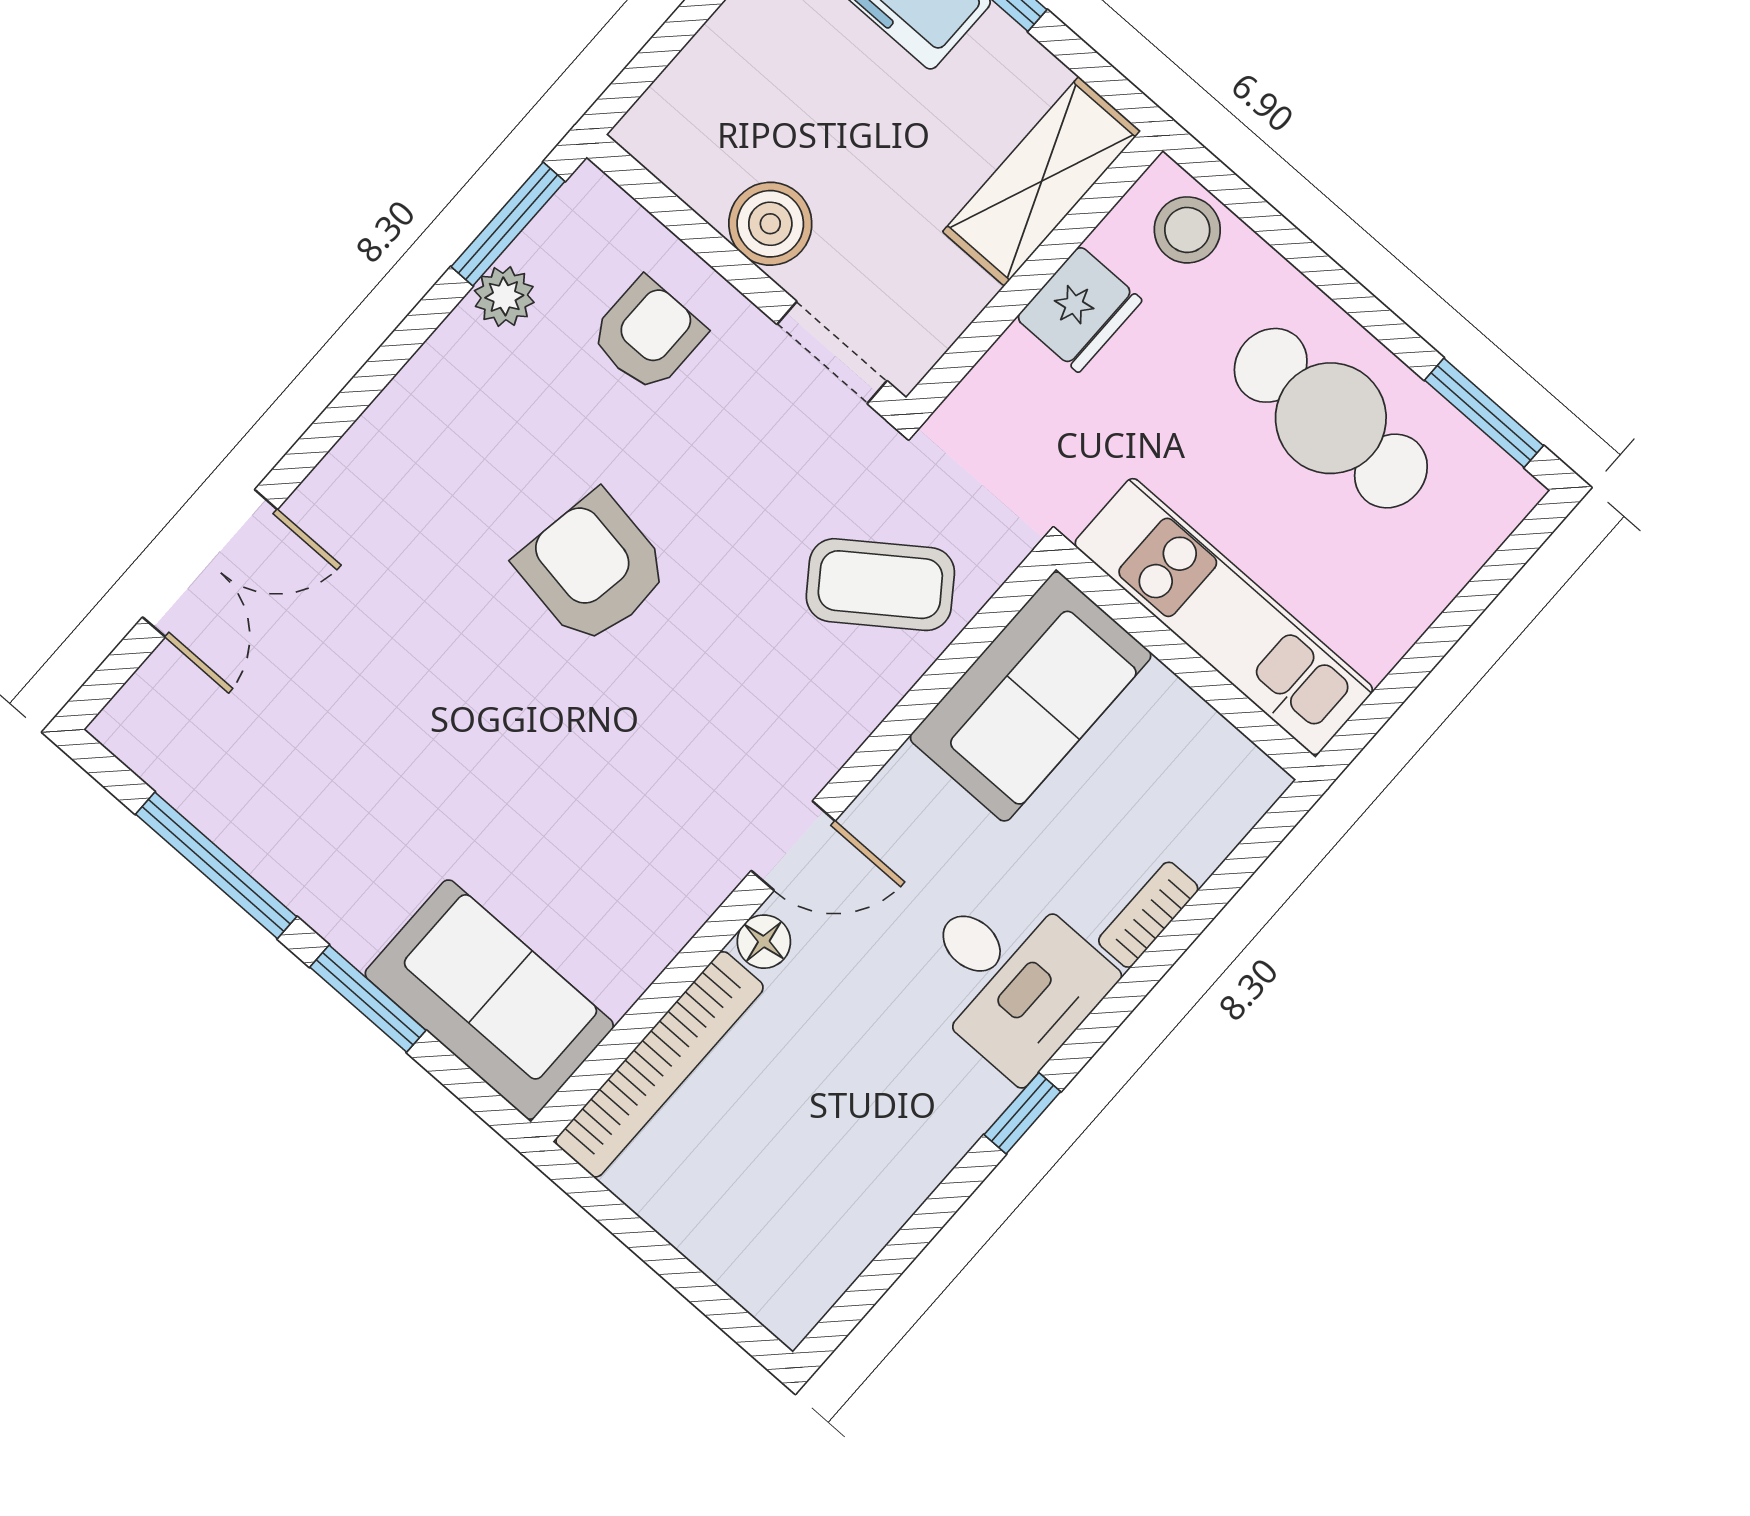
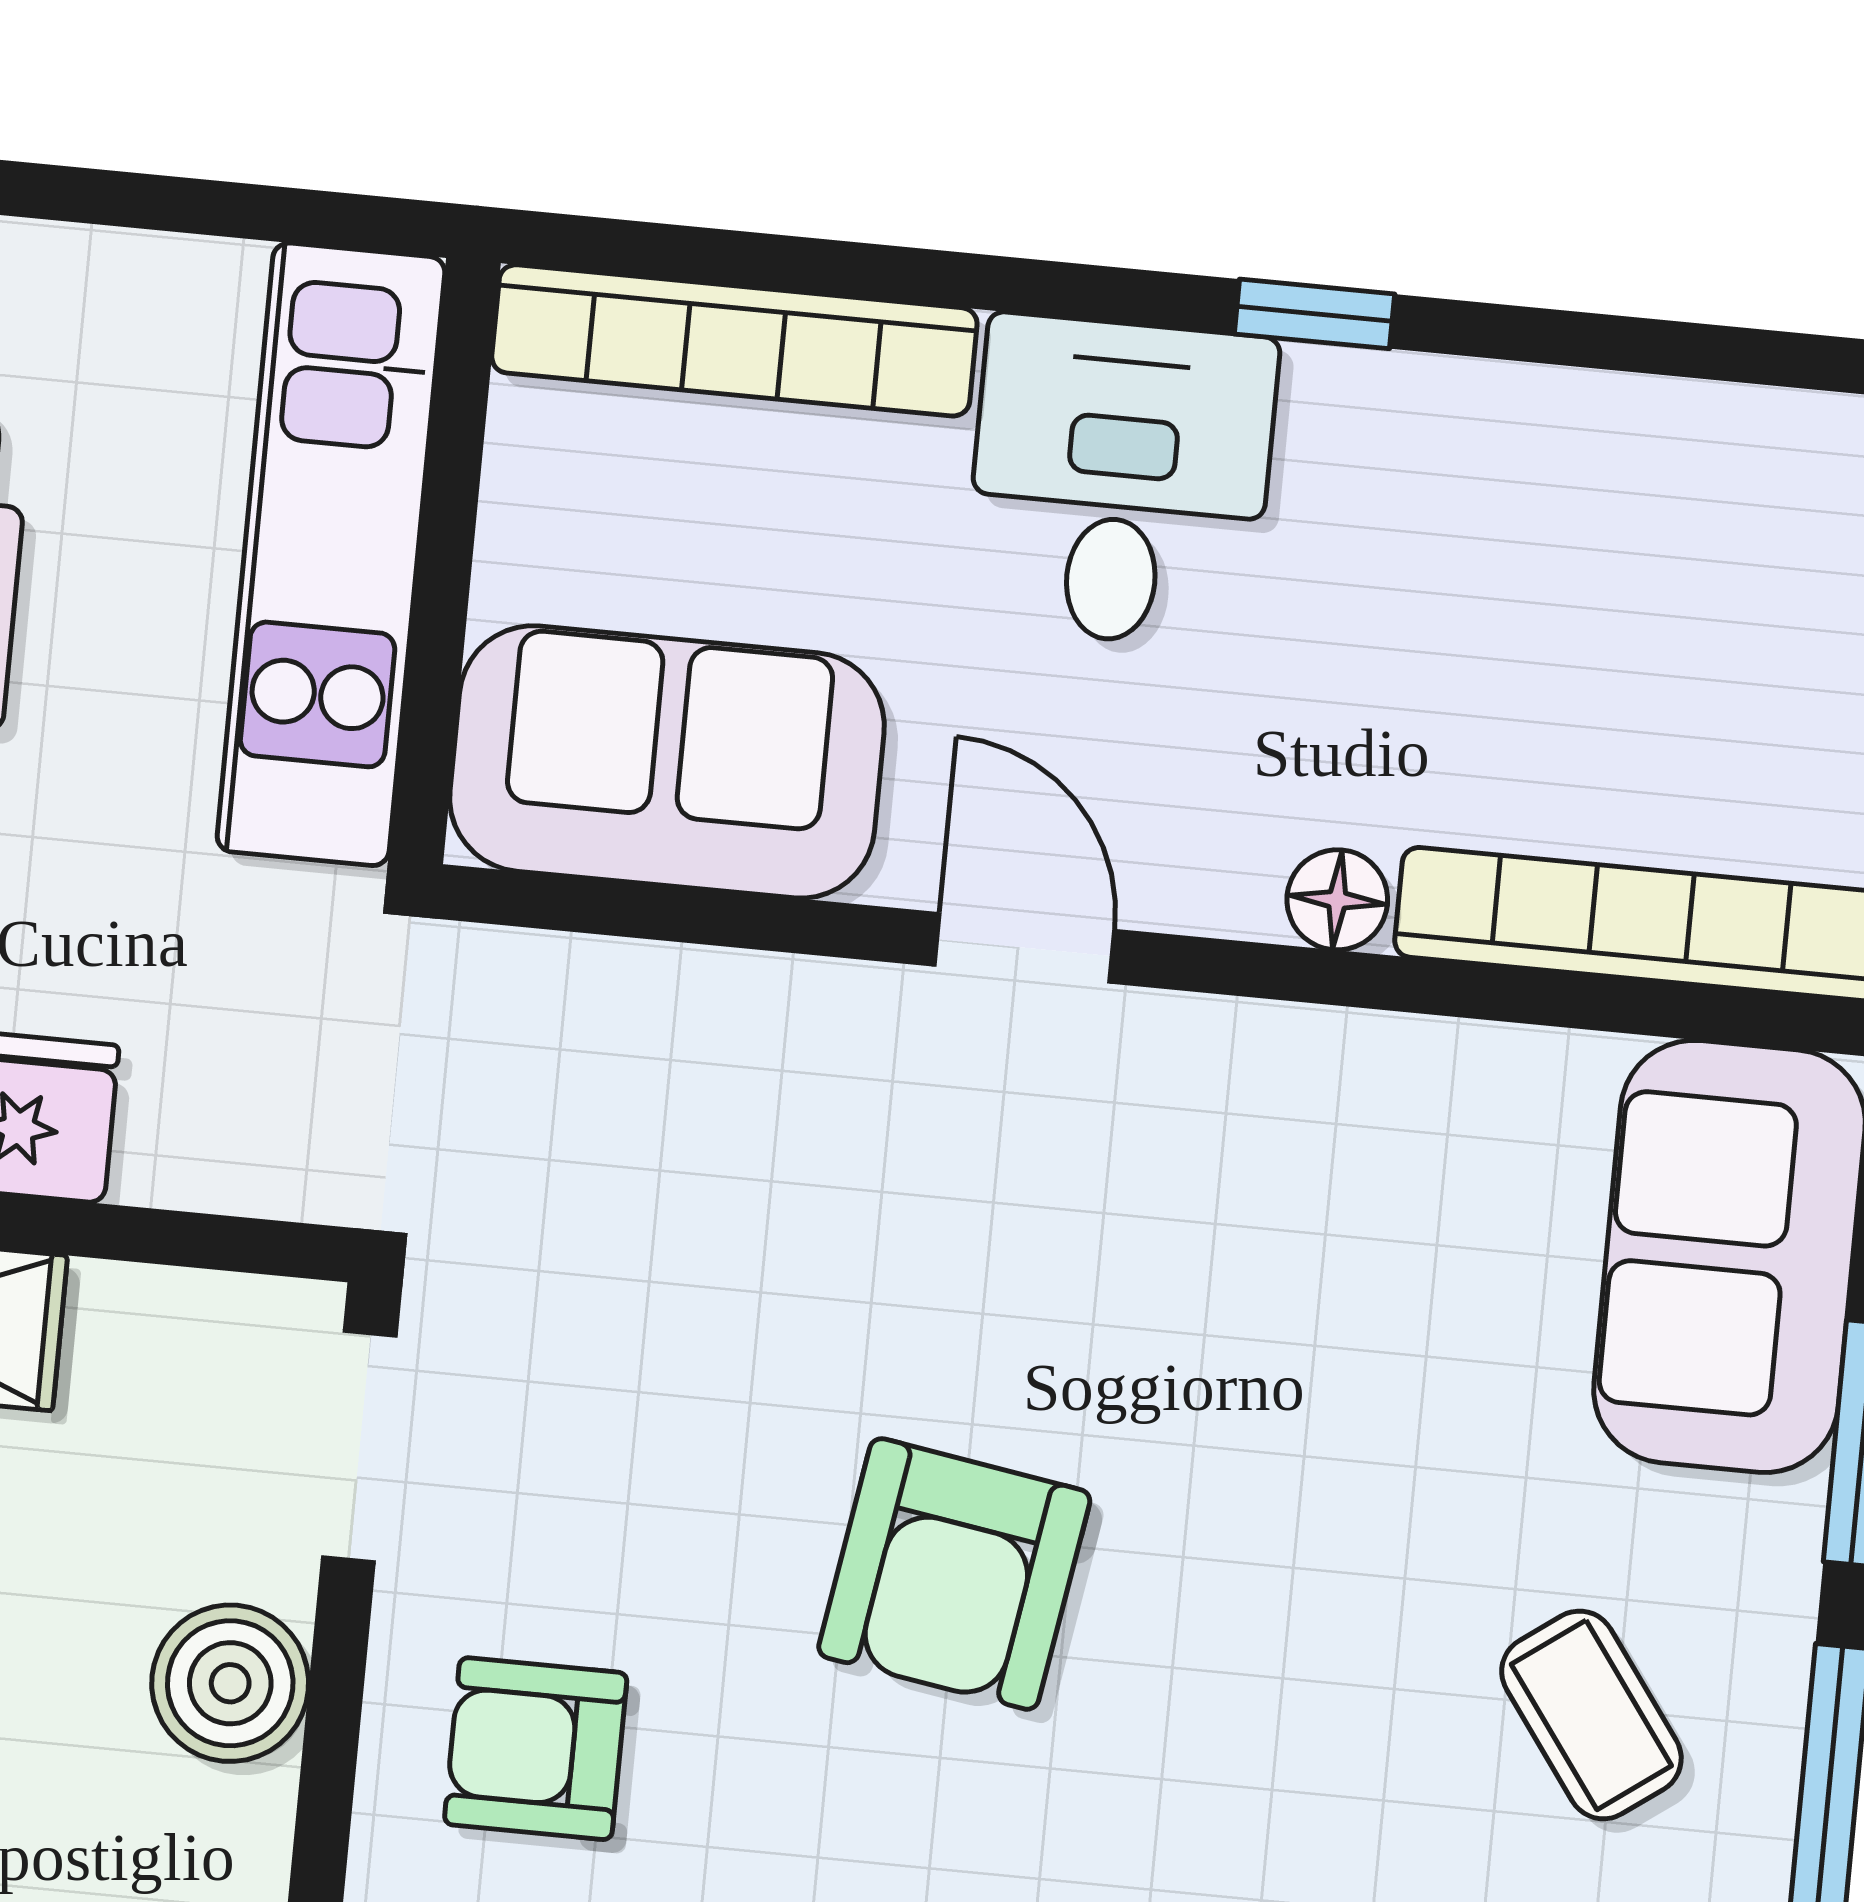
coffee table: (880, 585) -> (1591, 1715), moved, width x0.73, depth x0.77
door: (793, 846) -> (1025, 948), moved
bookcase: (1148, 915) -> (734, 340), width x2.31, depth x1.31

